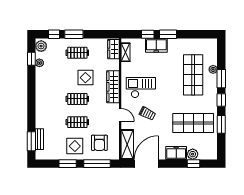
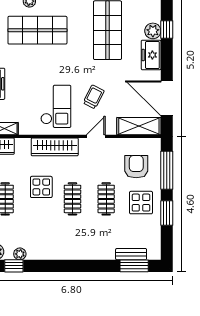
checkout: (141, 88) -> (56, 106), turned 180
armchair: (99, 143) -> (136, 167), turned -90

